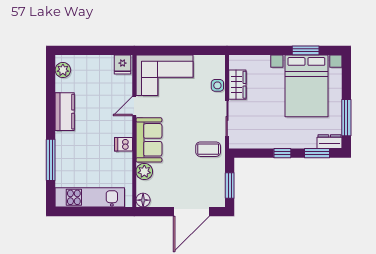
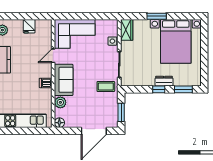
window: (306, 50) -> (157, 16), moved
fridge: (123, 65) -> (29, 26), moved
wardrobe: (237, 85) -> (127, 30), moved
window: (346, 118) -> (204, 64), removed
dresser: (330, 142) -> (164, 81), moved

